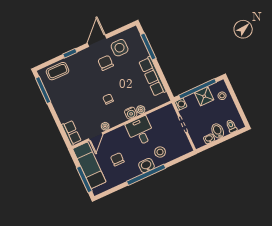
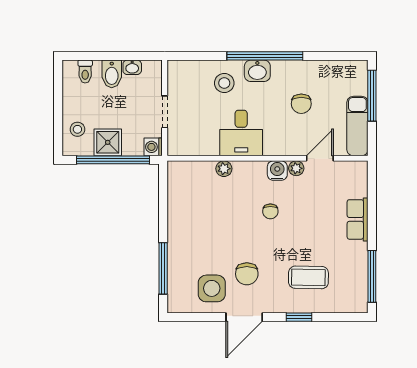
coffee table: (57, 71) -> (308, 277), moved
row of seats: (153, 76) -> (179, 215), removed
water cooler: (131, 113) -> (277, 171), moved
row of seats: (71, 133) -> (358, 219), moved
exam couch: (89, 165) -> (357, 126), width x0.73, depth x0.69

